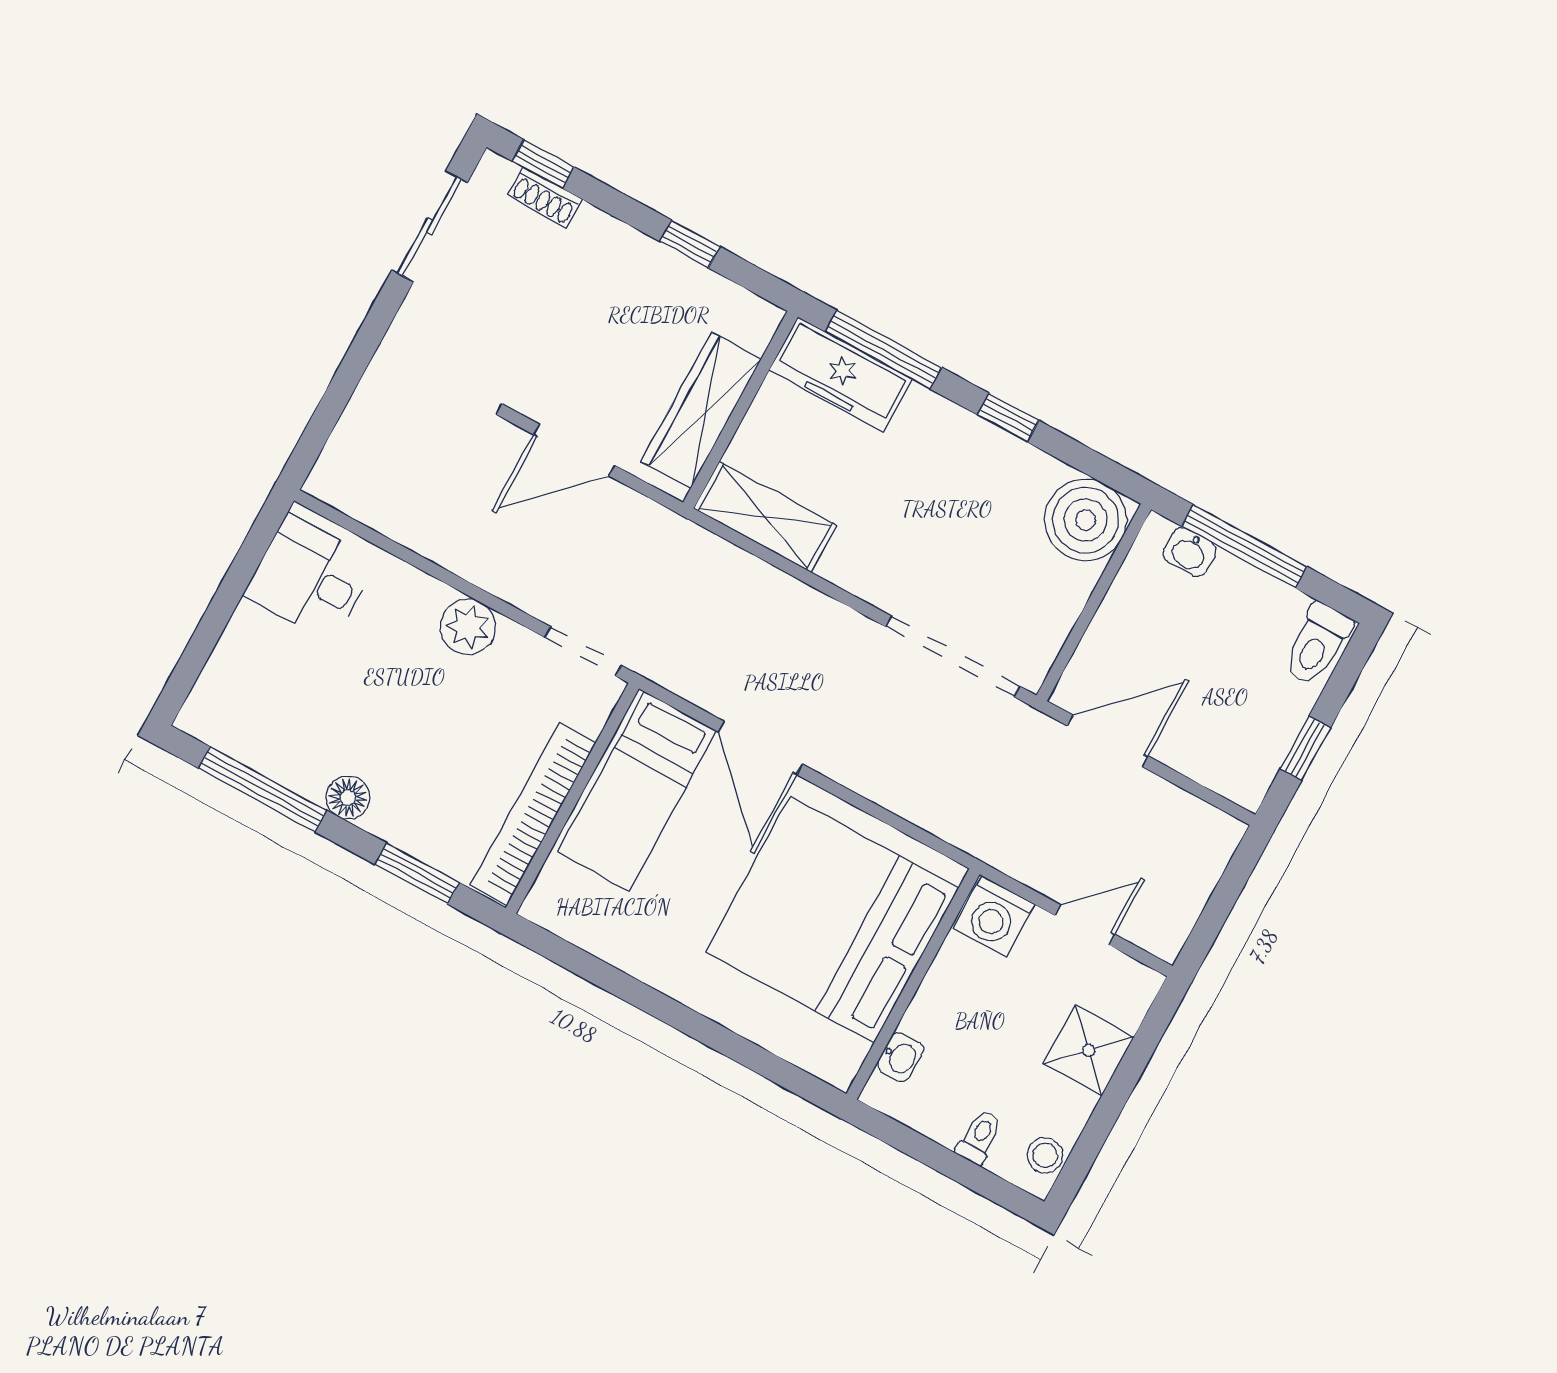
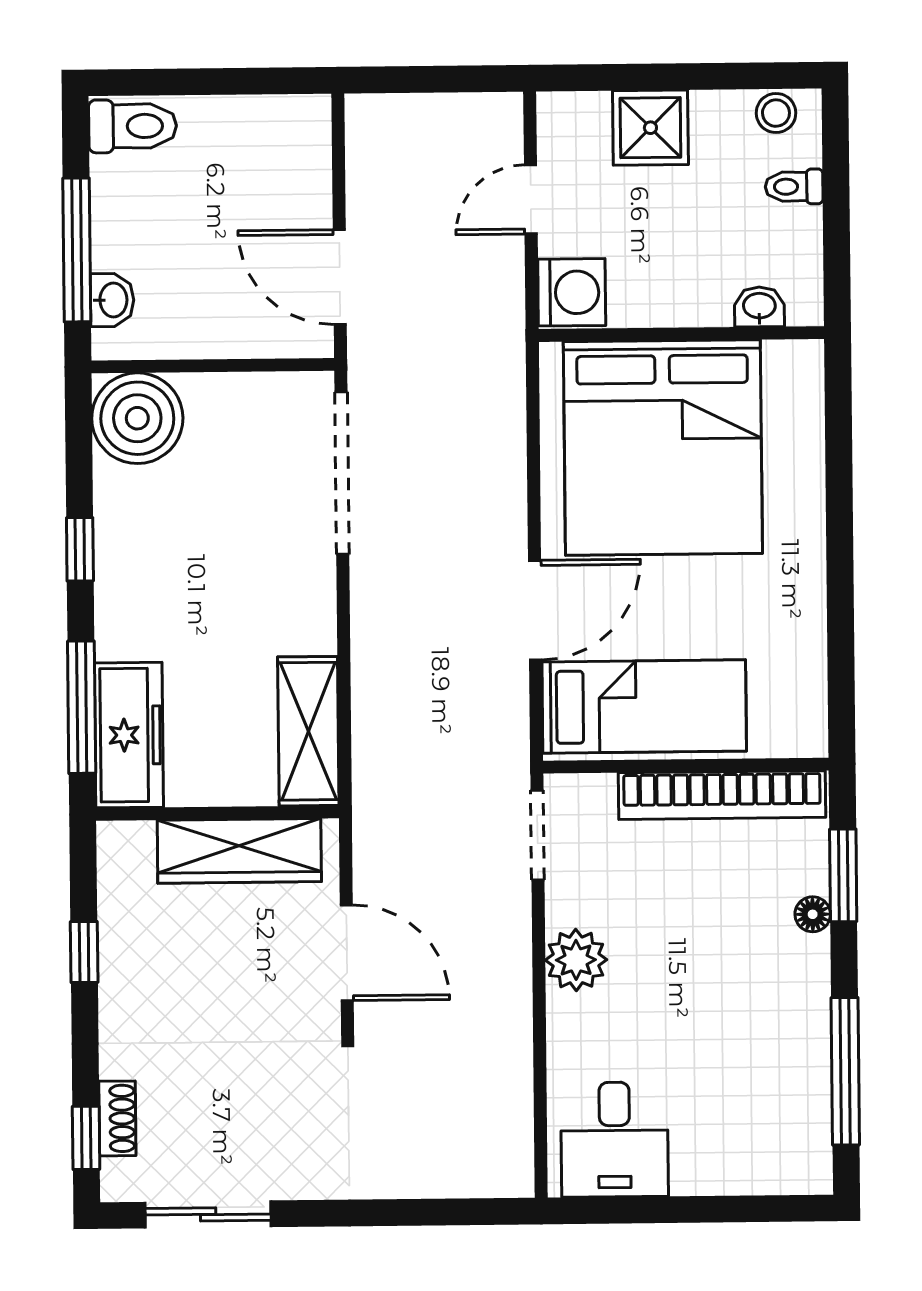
window: (1305, 748) -> (240, 81), removed
floor lamp: (348, 798) -> (813, 914), moved, width x0.73, depth x0.73
door: (1085, 925) -> (531, 199), hinge flipped

